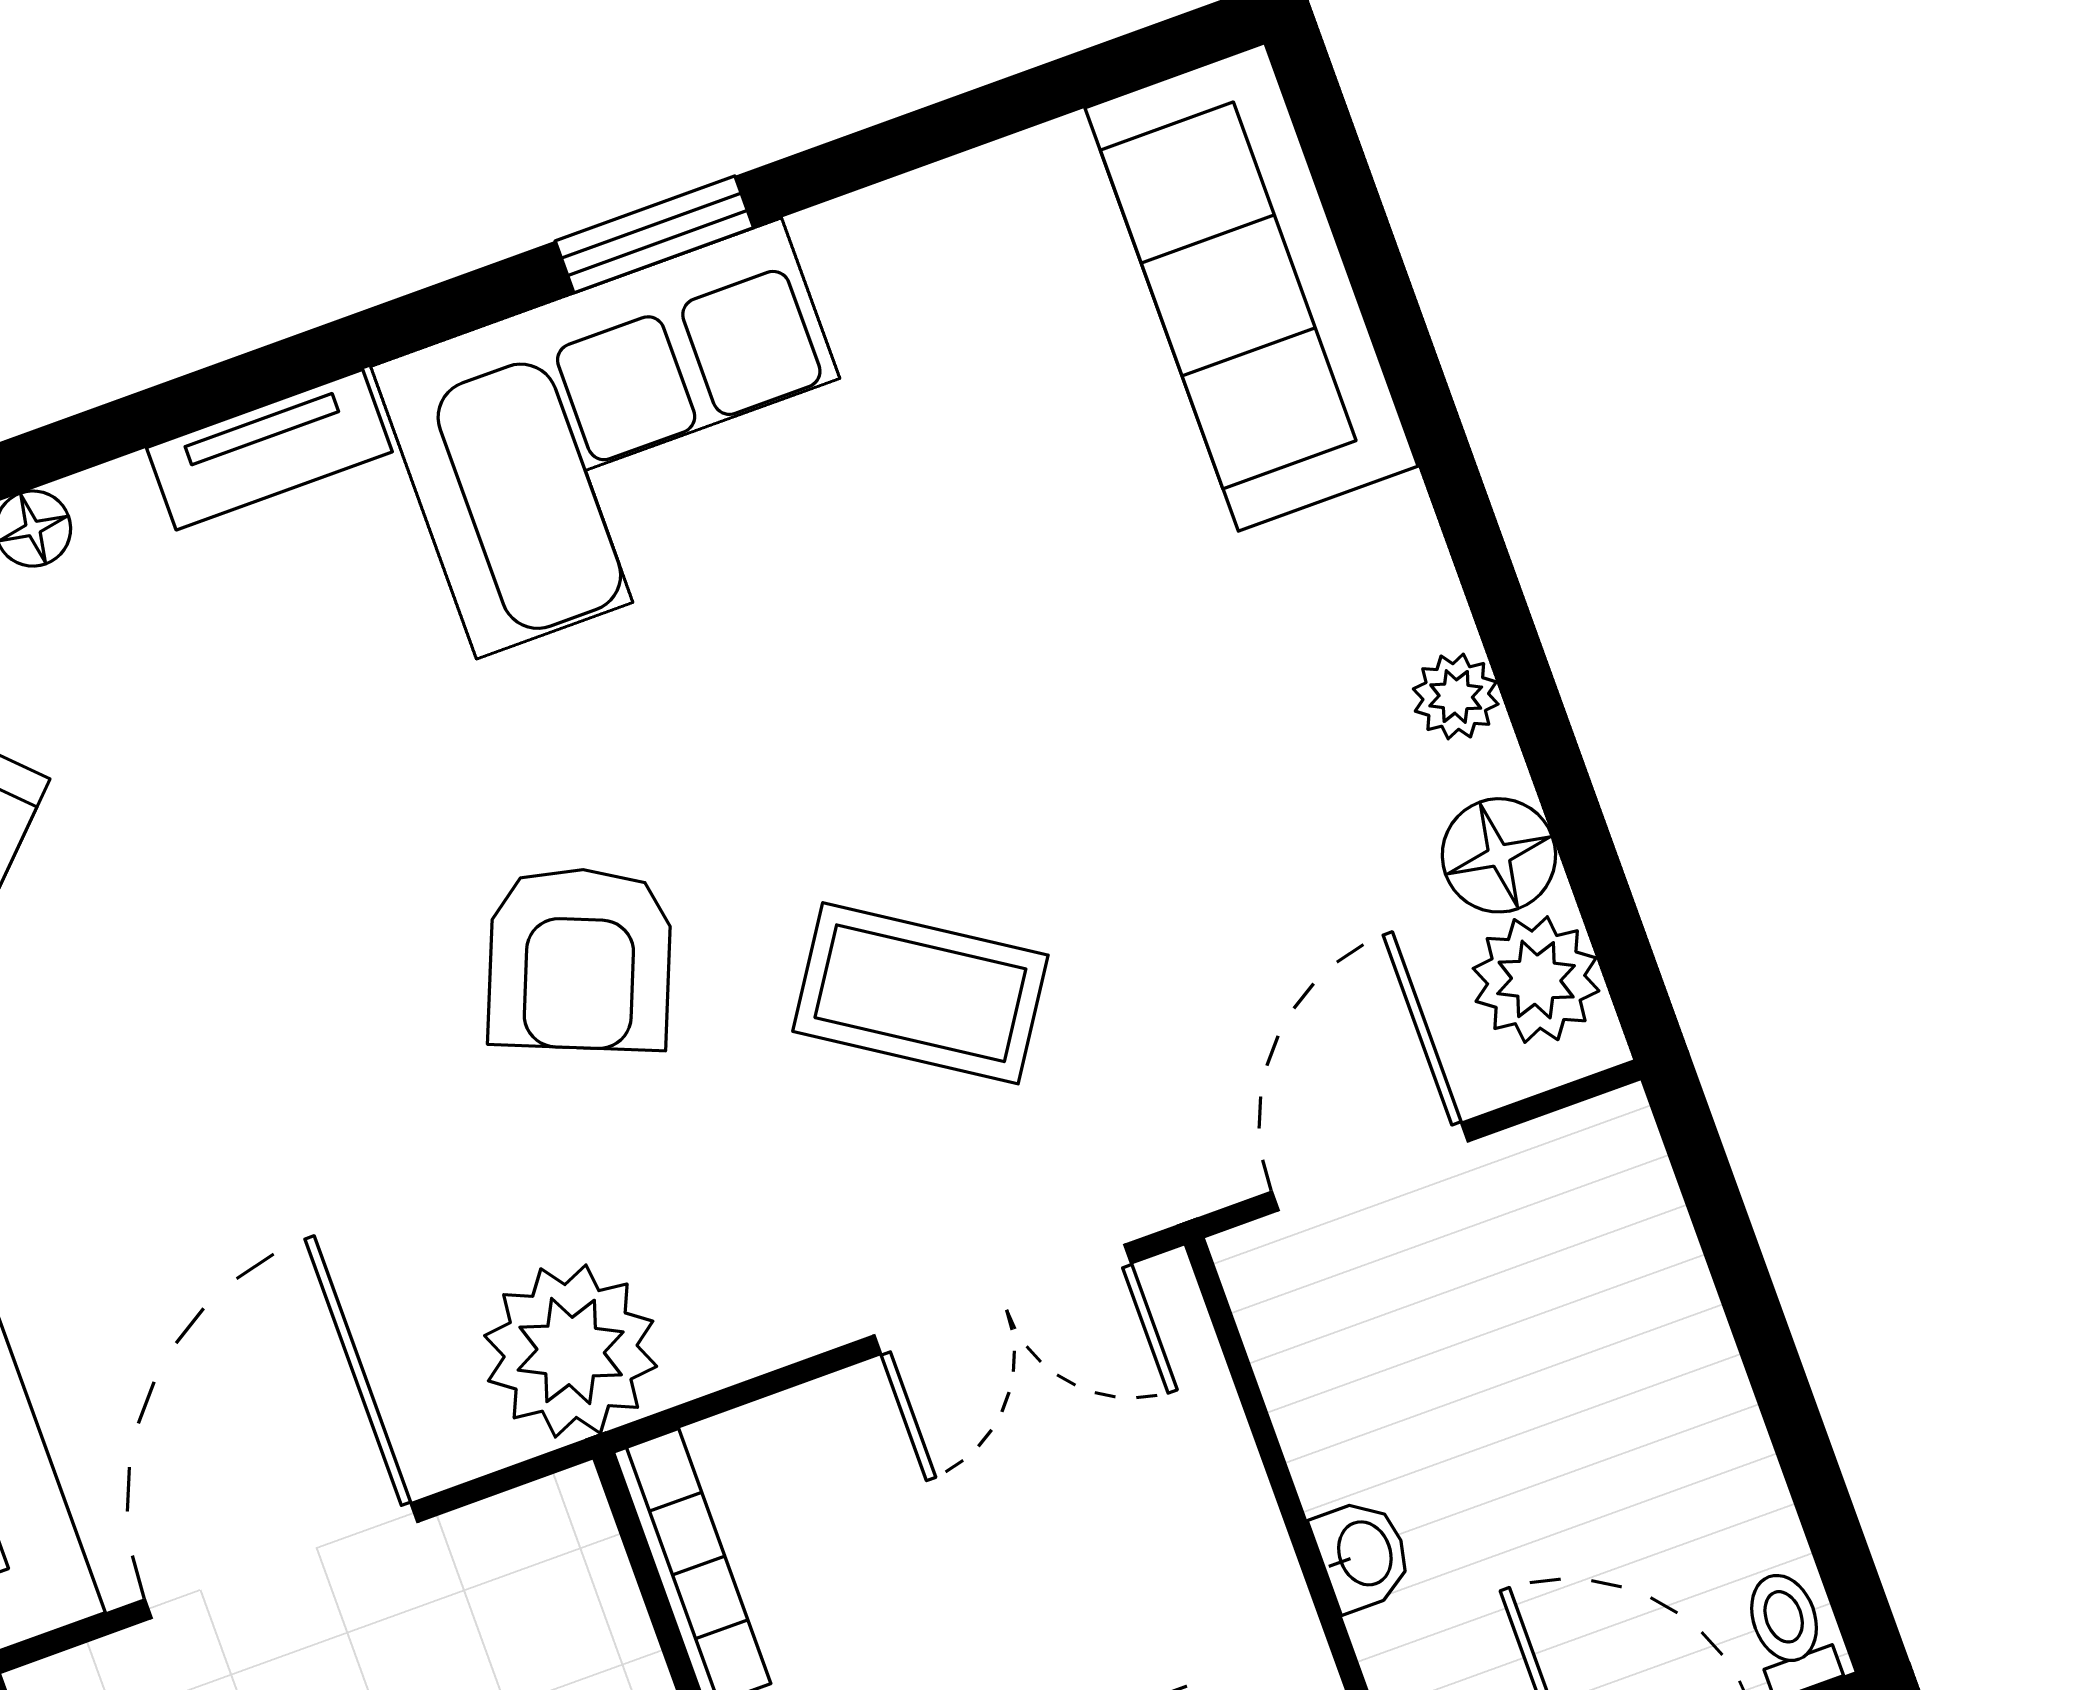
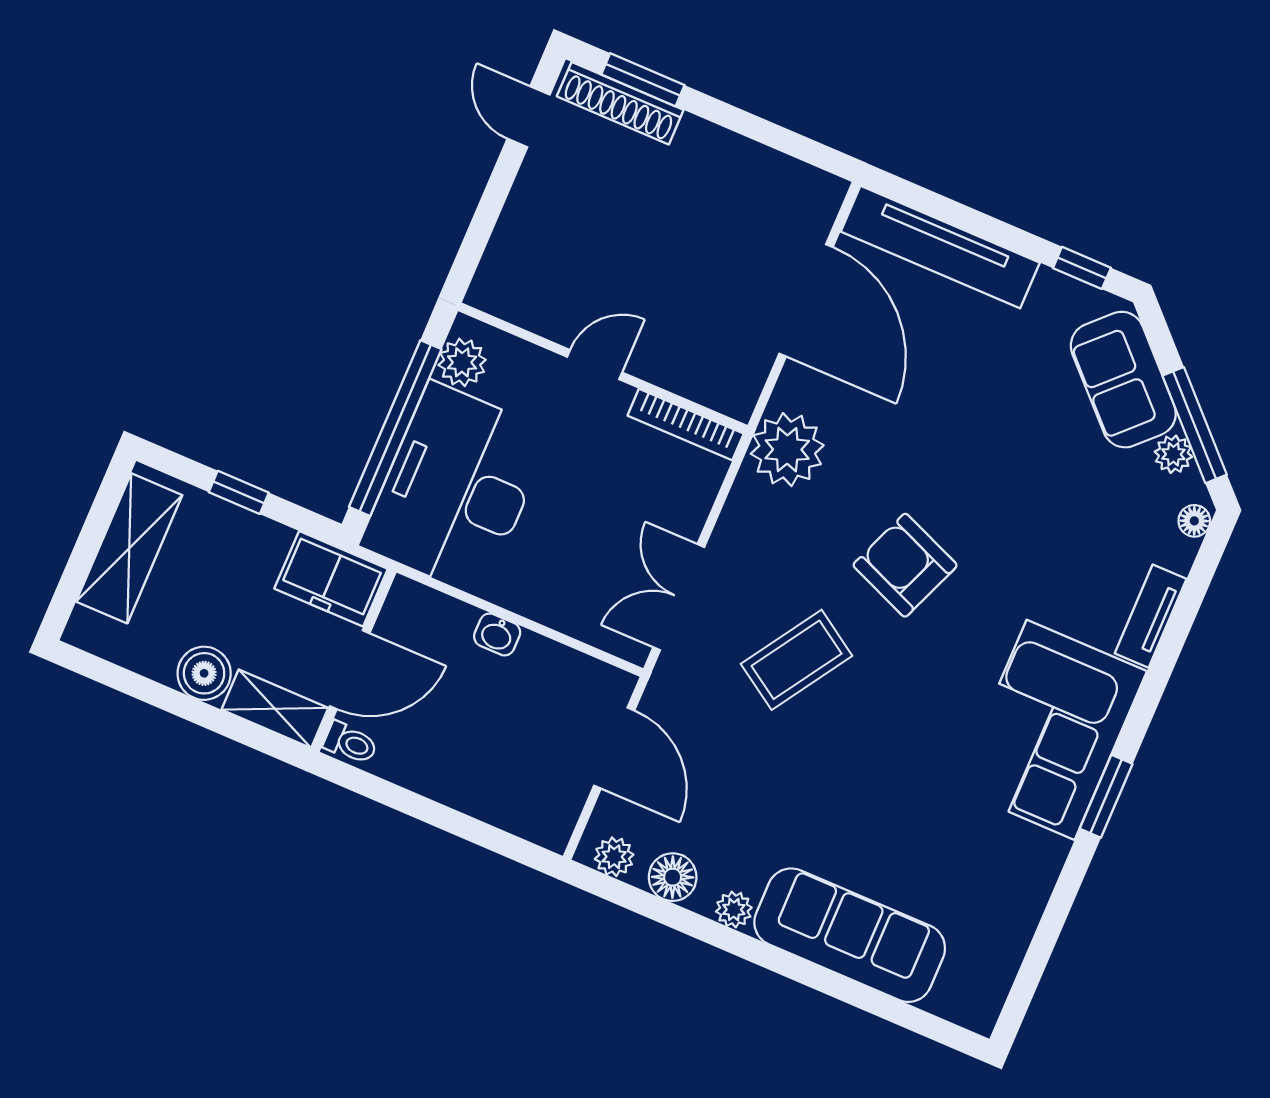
sofa: (1252, 287) -> (850, 935), moved
plant: (1536, 980) -> (614, 857), width x0.73, depth x0.73

